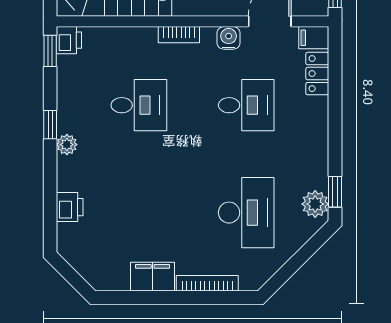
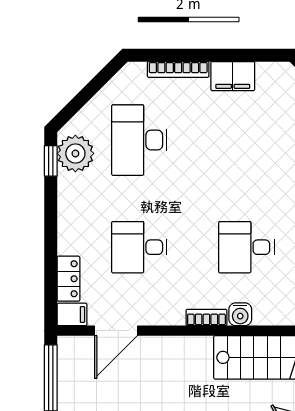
water cooler: (229, 38) -> (240, 314), moved
plant: (315, 204) -> (75, 153), width x1.36, depth x1.36

